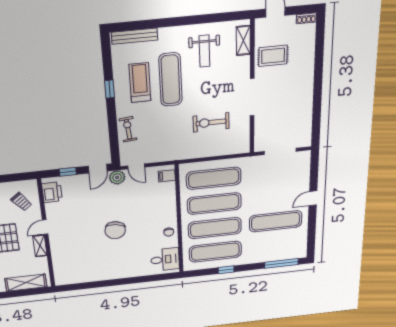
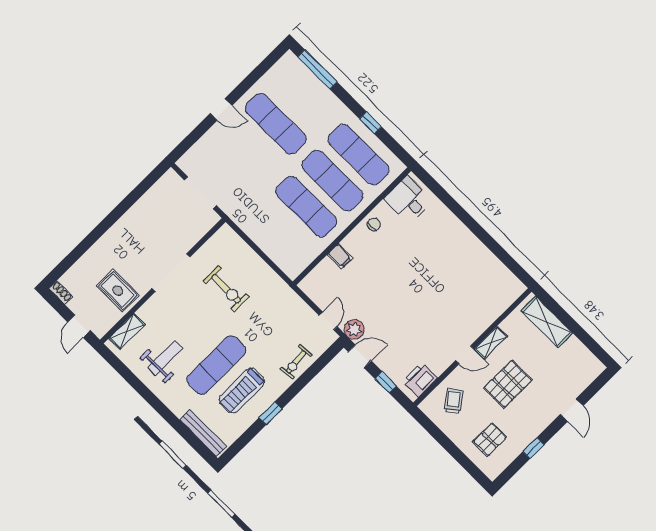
filing cabinet: (167, 176) -> (340, 256), moved
exercise mat: (214, 178) -> (280, 233), removed
chair: (115, 230) -> (414, 281), removed

